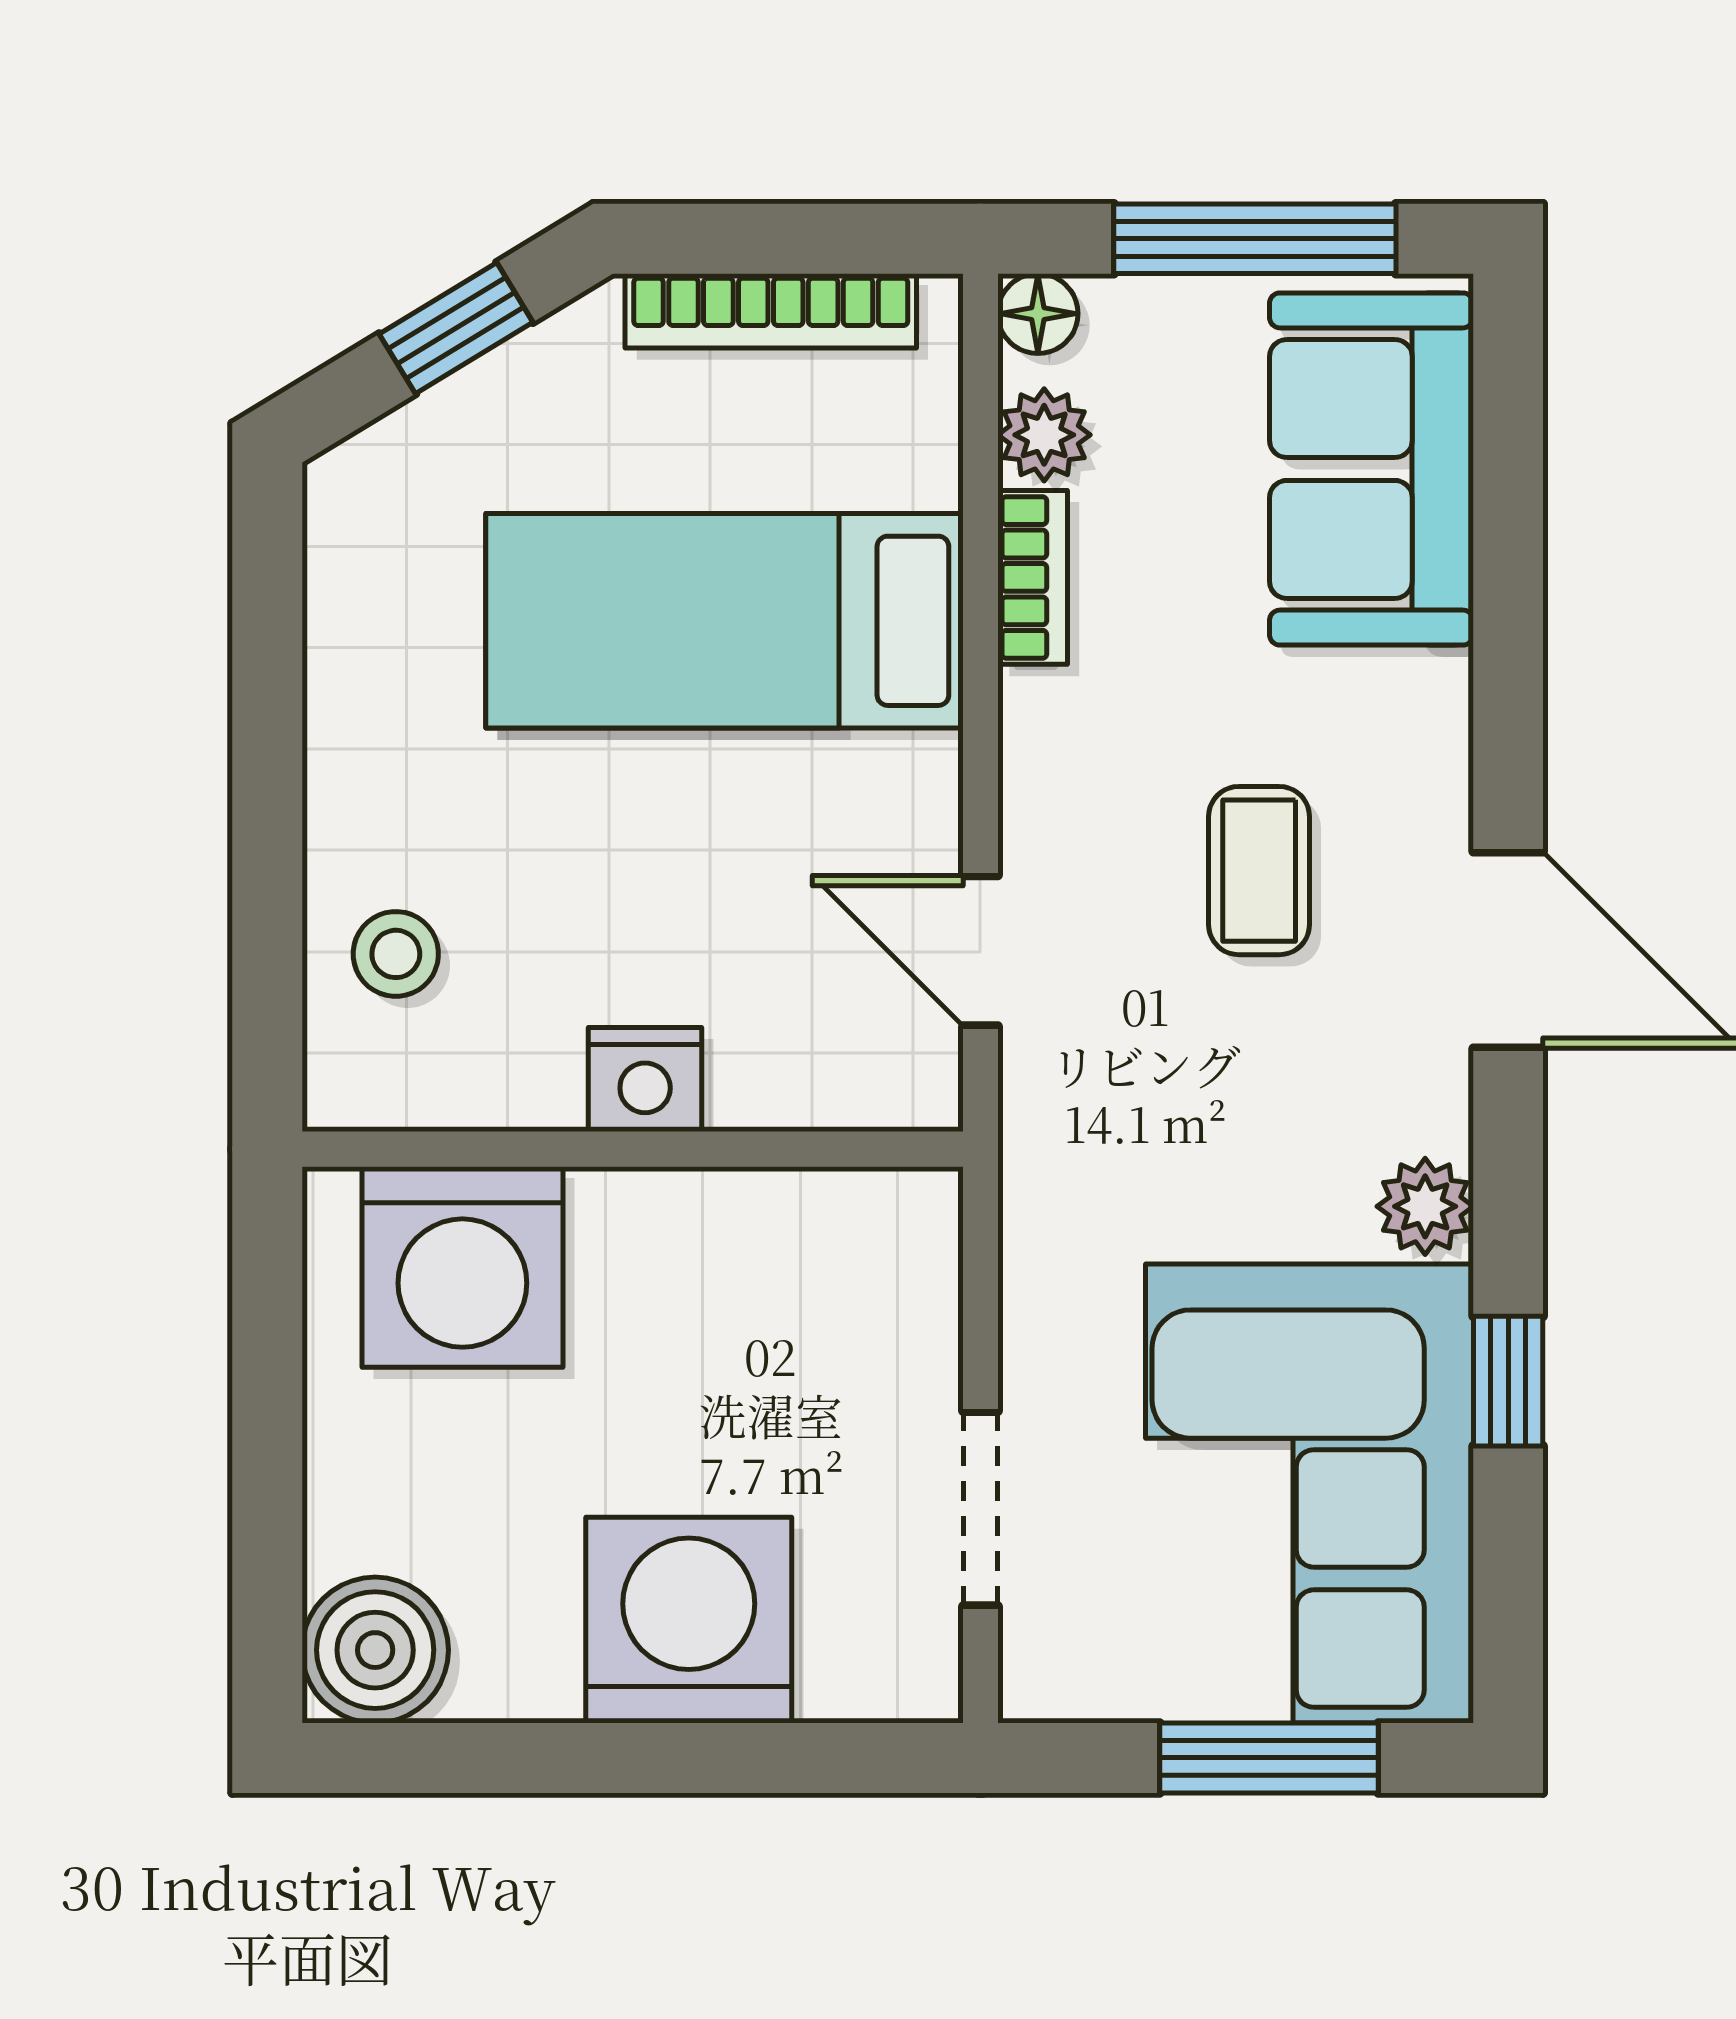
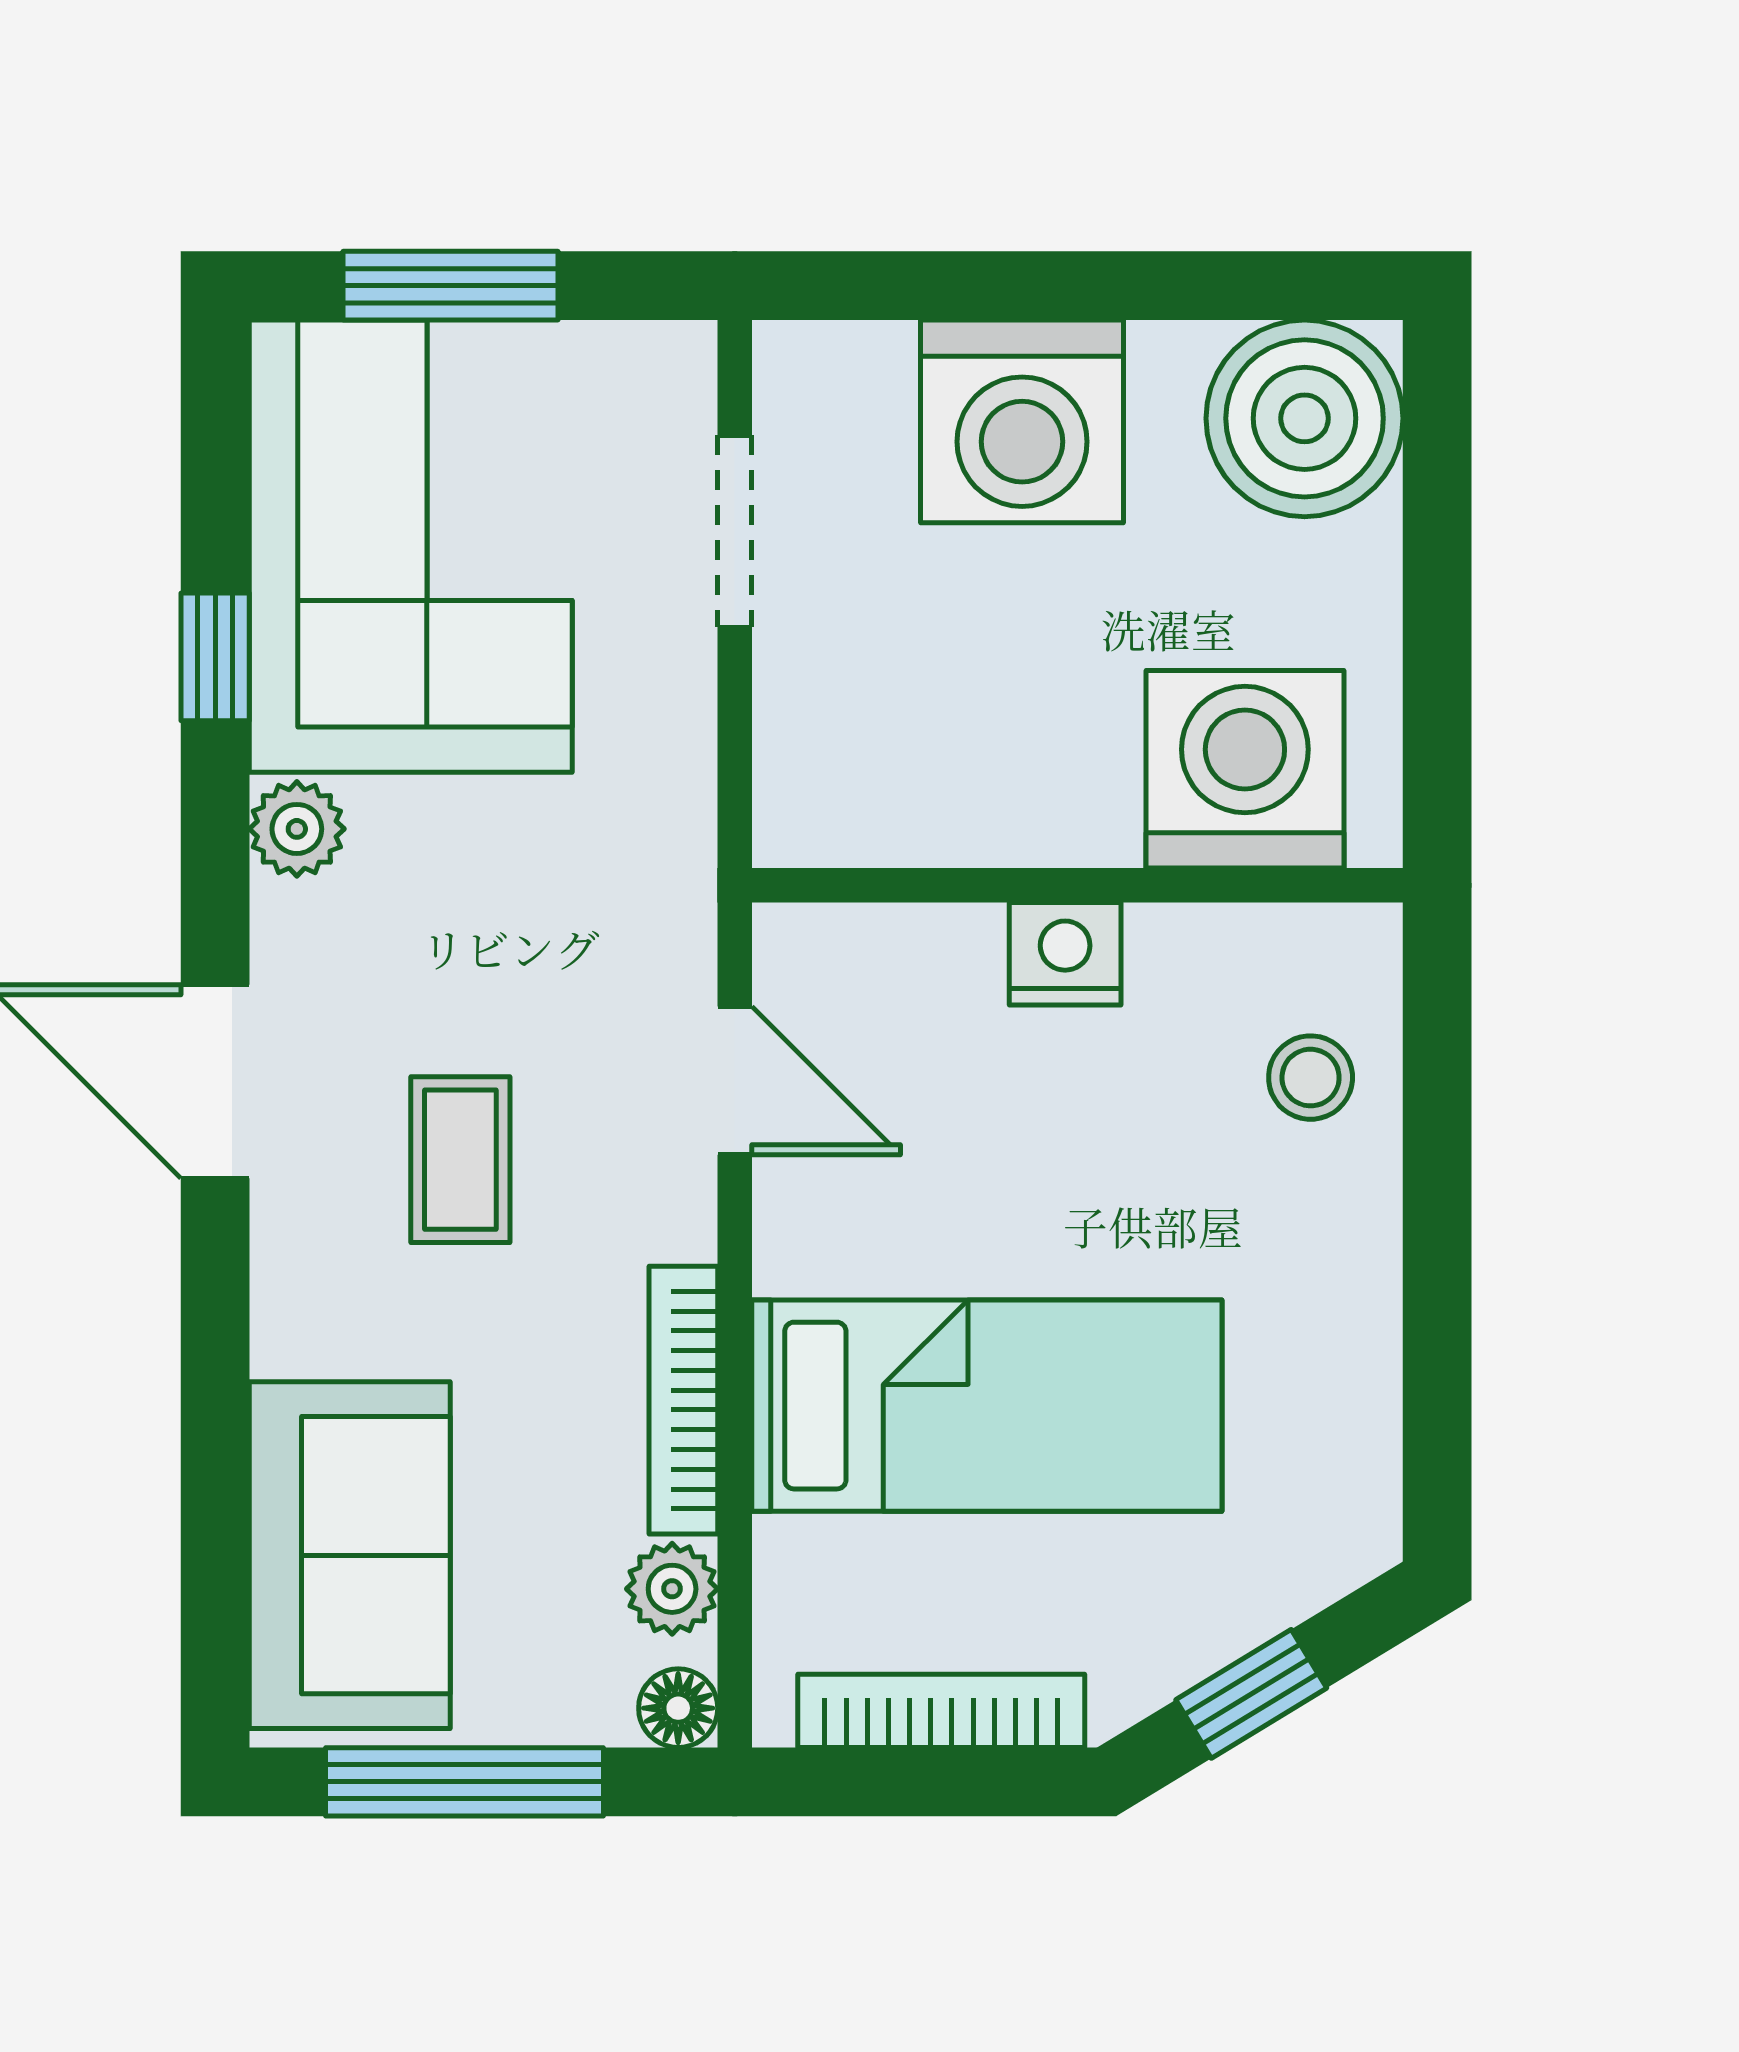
bookcase: (1033, 577) -> (683, 1400), width x1.56
boiler: (375, 1650) -> (1305, 418), width x1.37, depth x1.37

